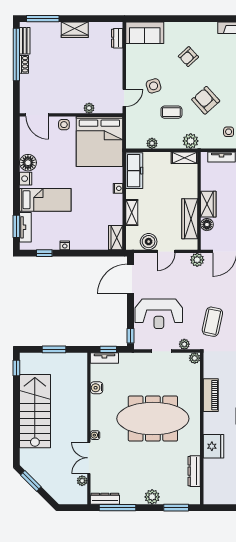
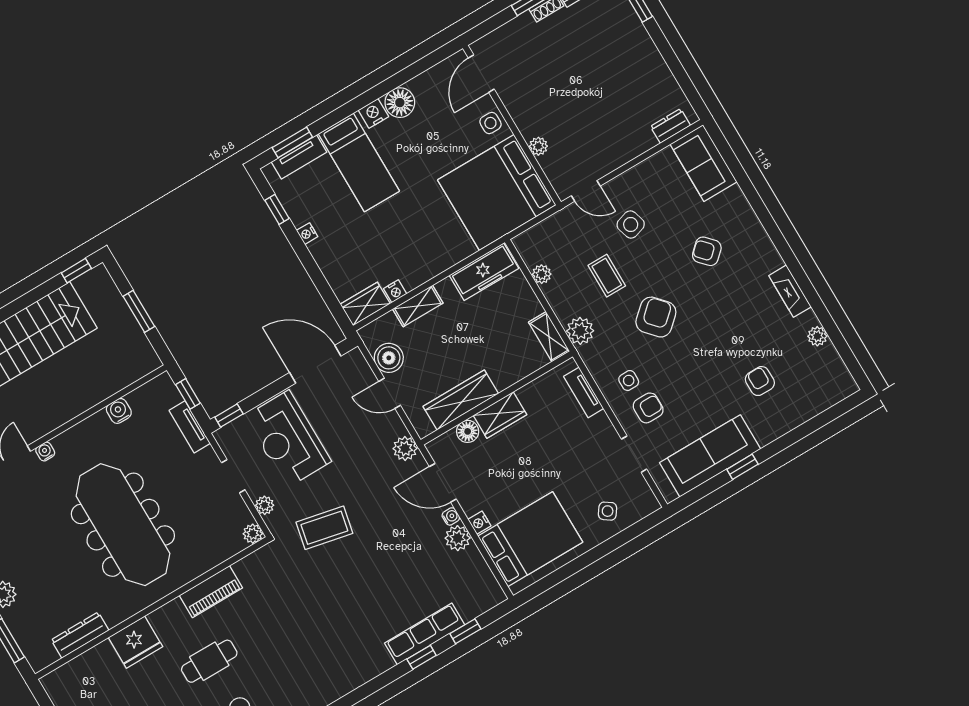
wardrobe: (75, 30) -> (645, 54), removed
nightstand: (118, 188) -> (395, 291), moved
tv unit: (104, 358) -> (190, 427), moved

